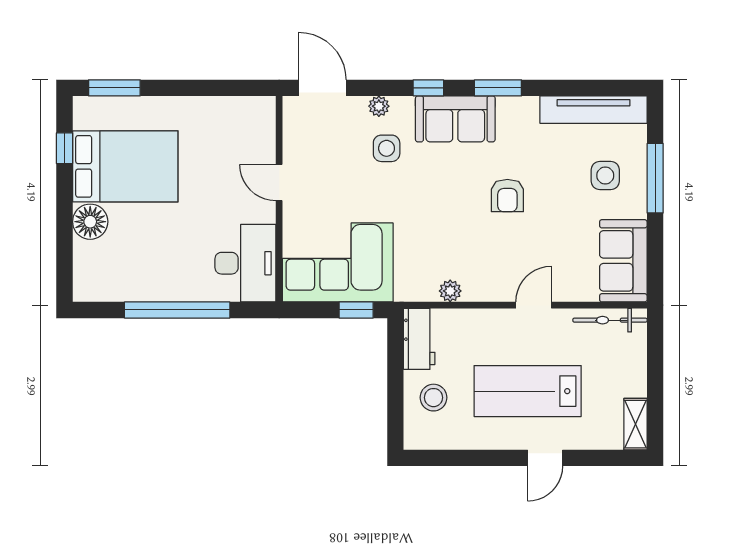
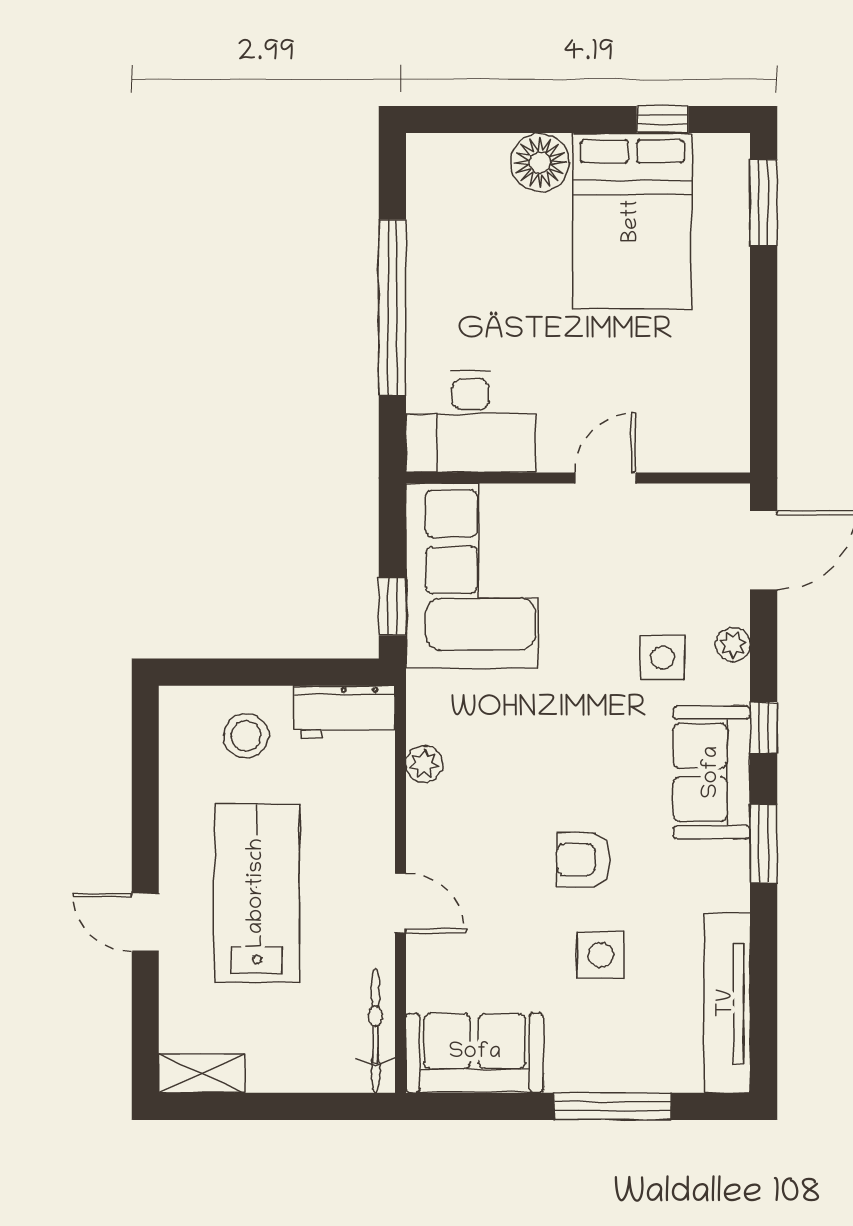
side table: (605, 175) -> (601, 955), moved

